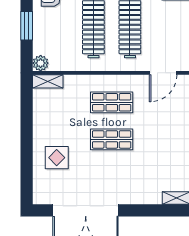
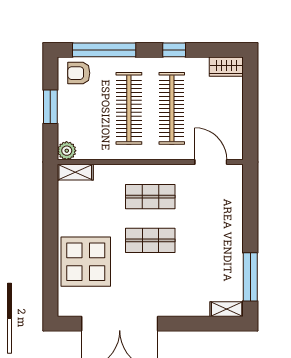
door: (163, 73) -> (211, 162), swing flipped
display table: (57, 158) -> (86, 262), width x1.86, depth x1.86

